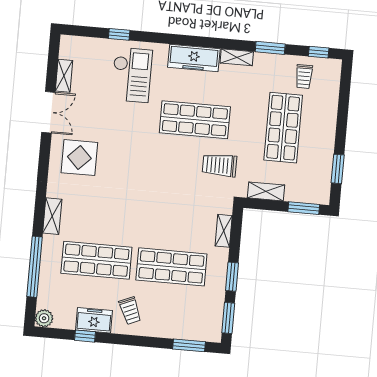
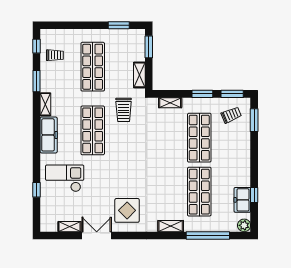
shop shelf: (283, 128) -> (93, 67), turned 90
trolley: (130, 311) -> (231, 115), moved
freezer: (94, 320) -> (242, 200), moved

